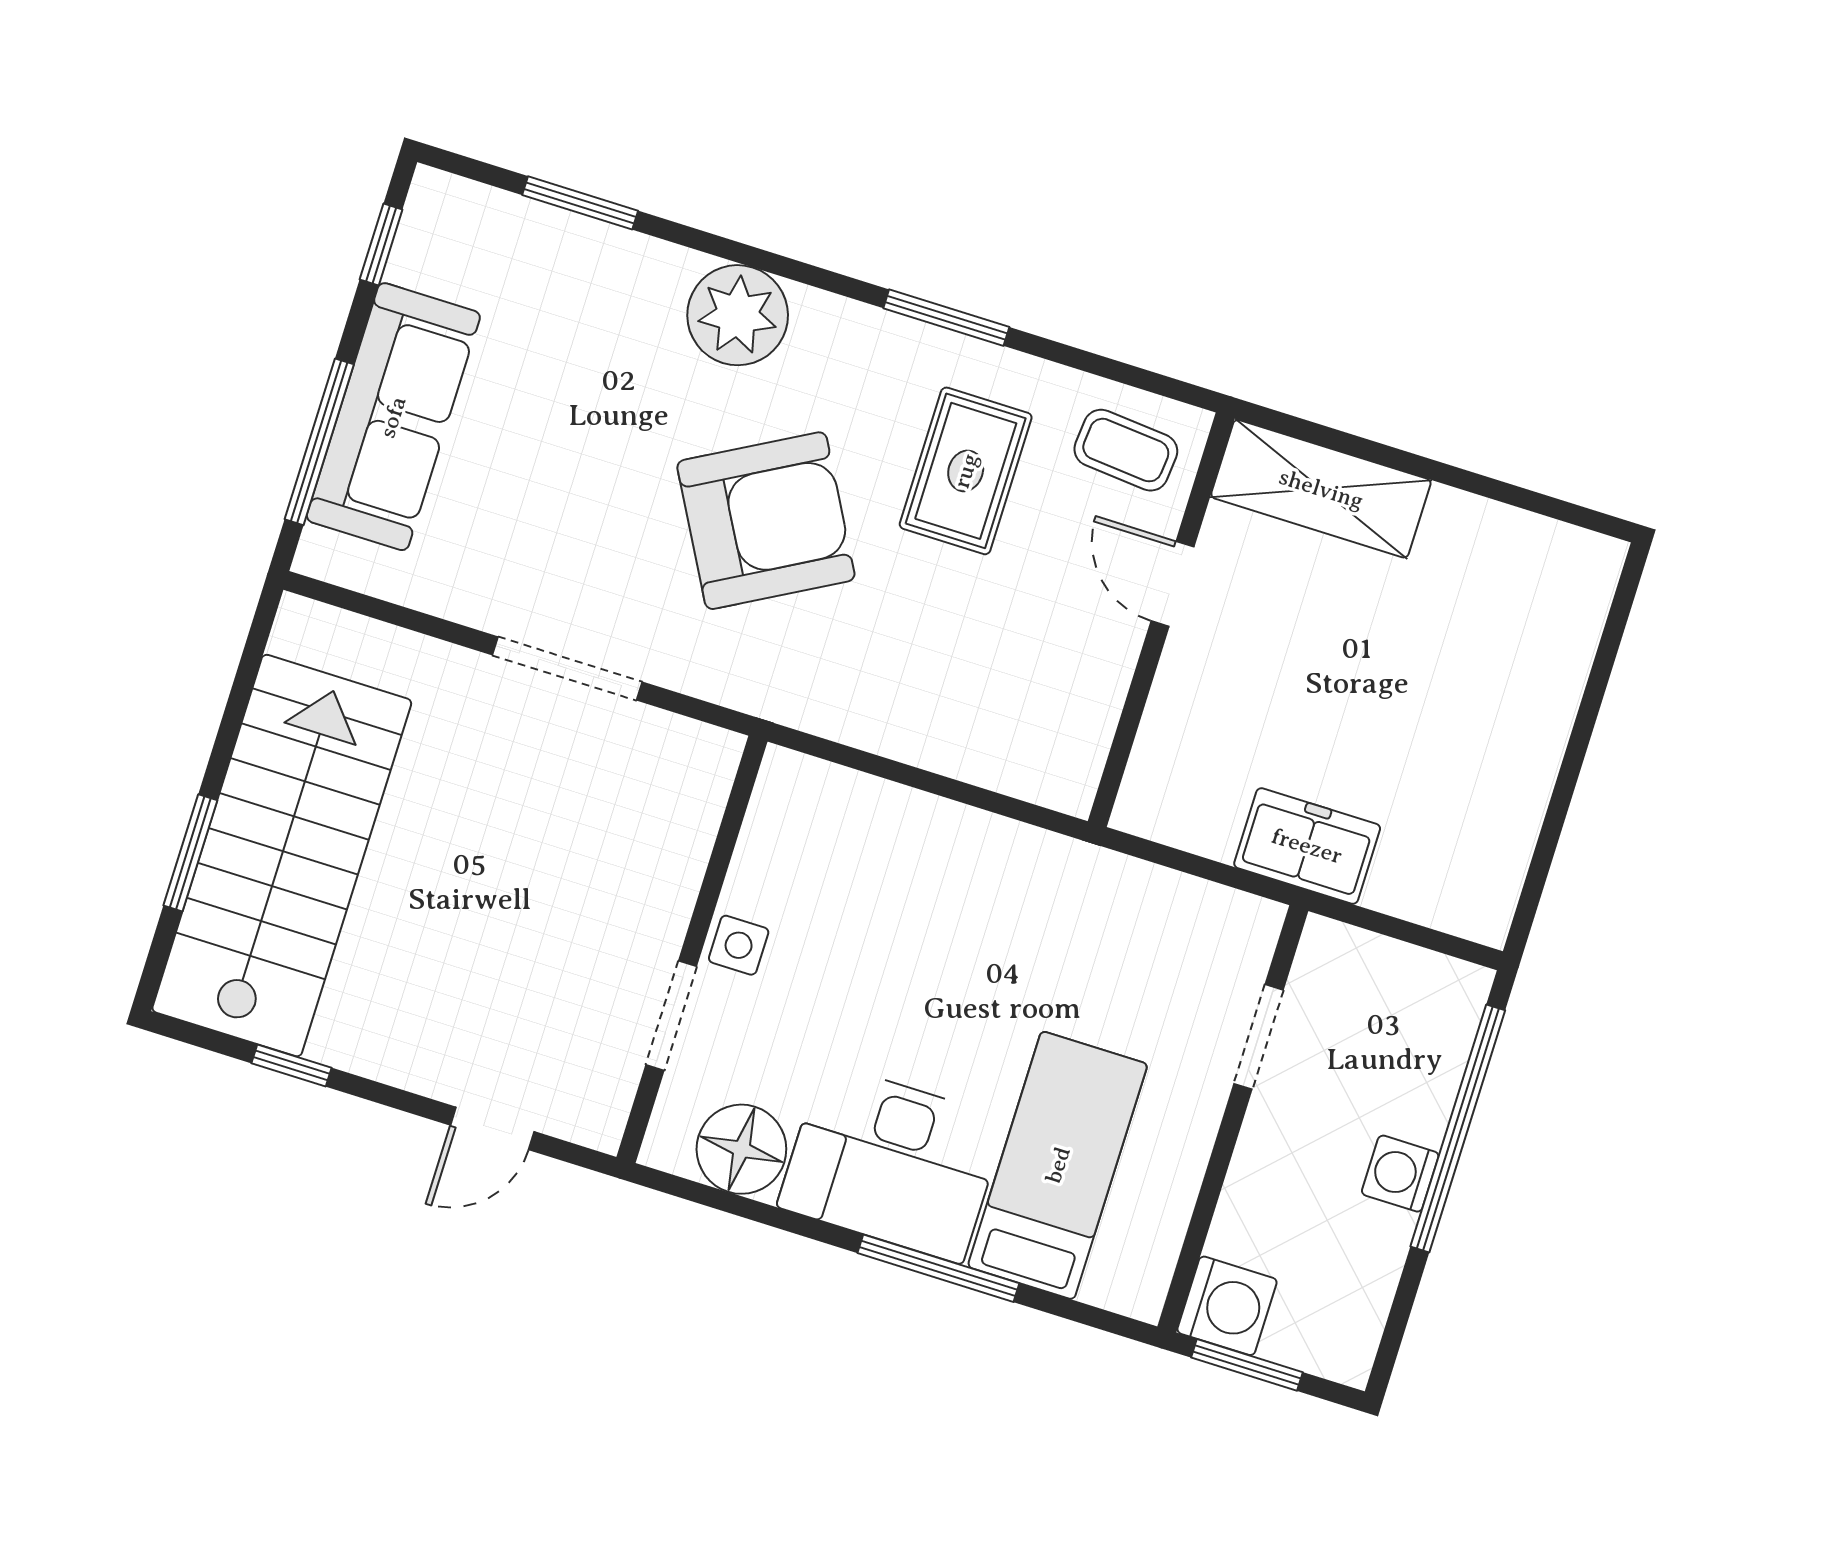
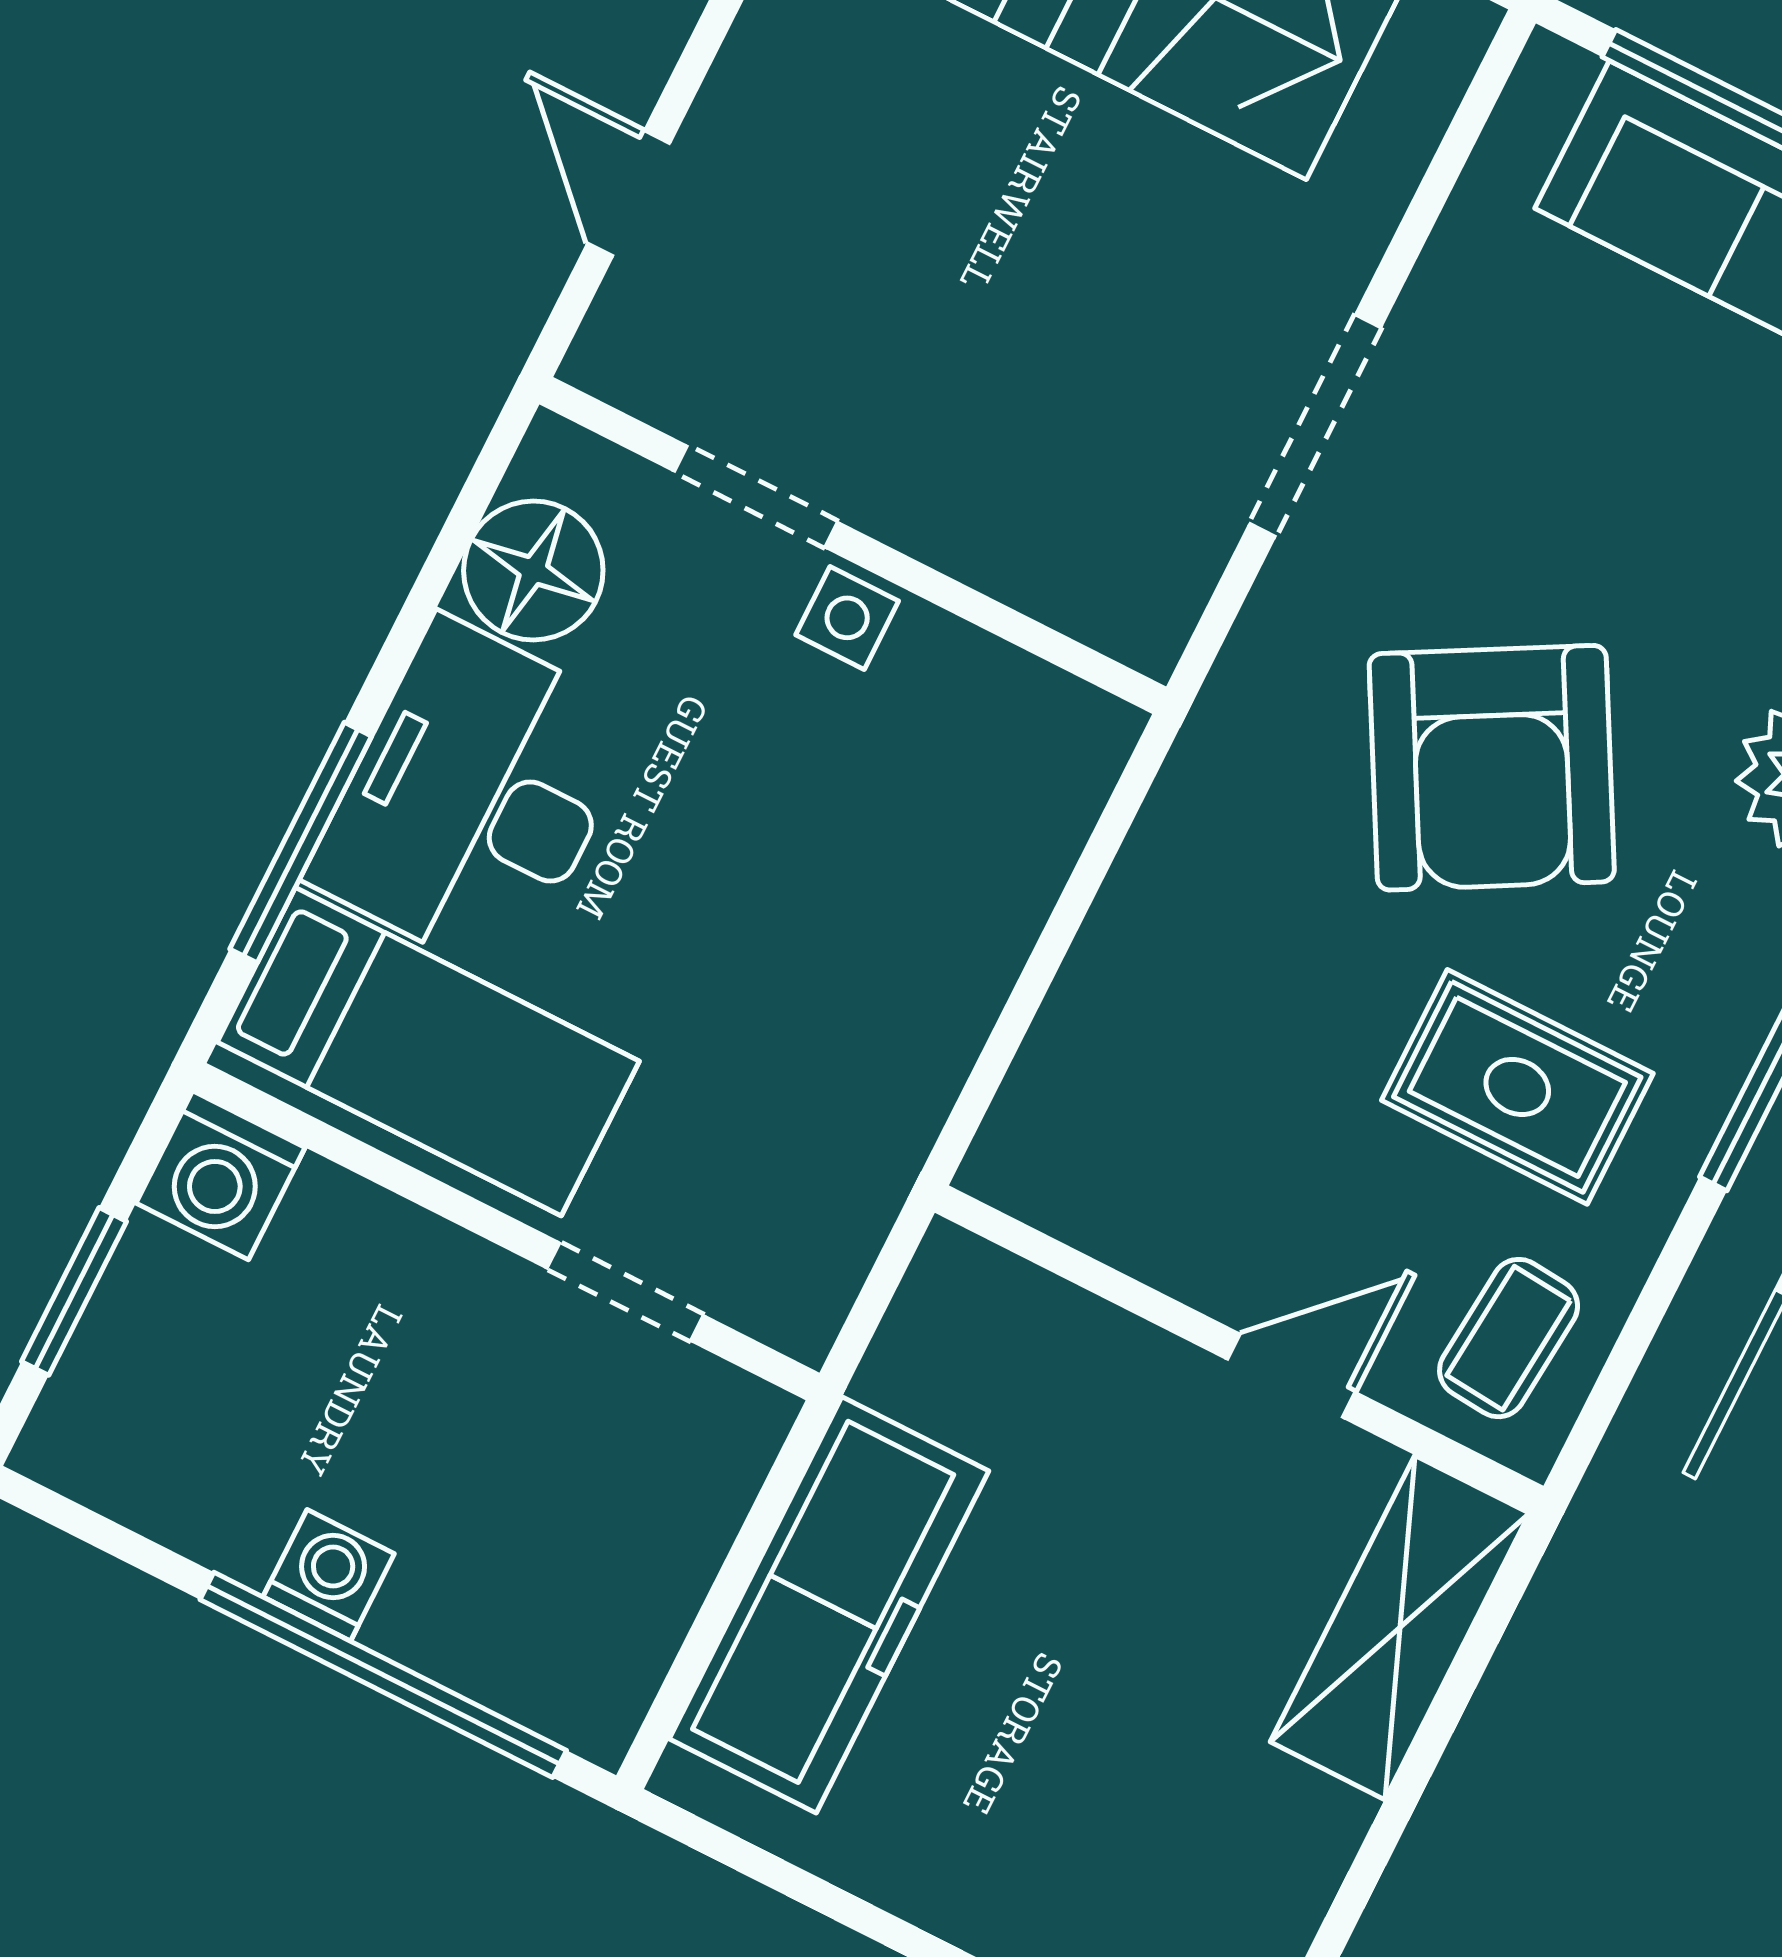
freezer: (1307, 846) -> (829, 1605), width x1.91, depth x1.26
doorway: (1258, 1037) -> (625, 1292), moved
wall: (1233, 1119) -> (506, 1232), moved
washing machine: (1227, 1306) -> (220, 1175), moved

